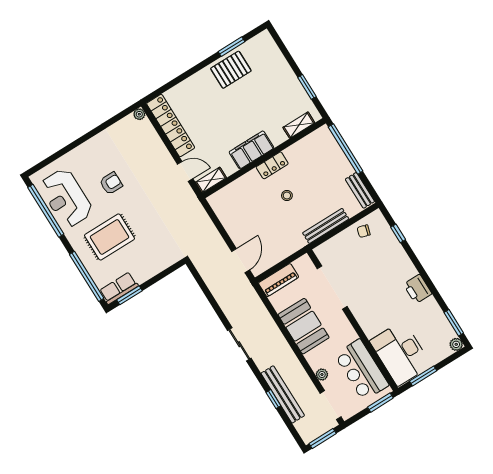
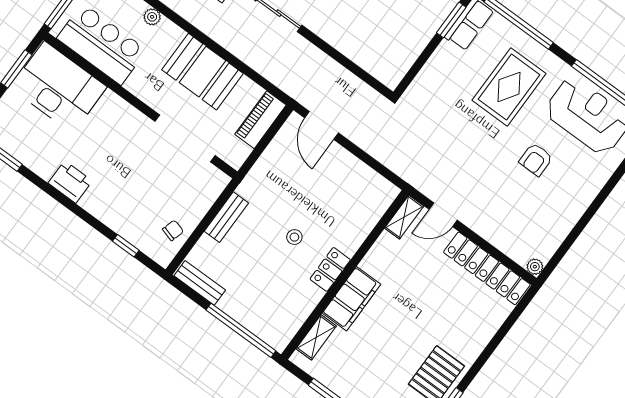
filing cabinet: (252, 150) -> (351, 299), moved
bench: (326, 226) -> (226, 217), width x0.73

